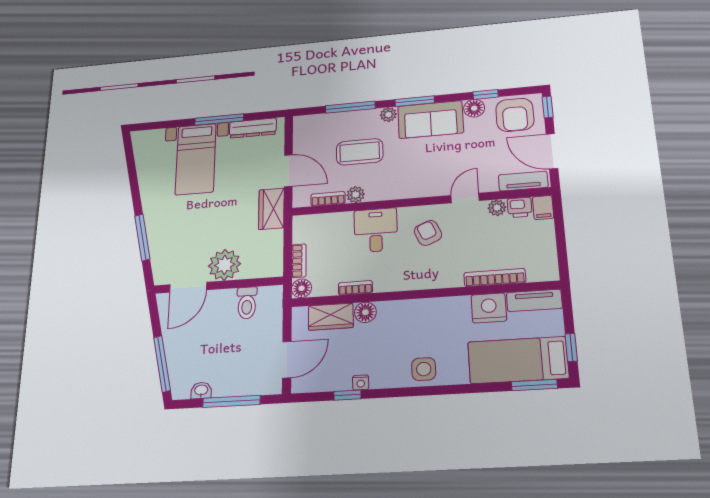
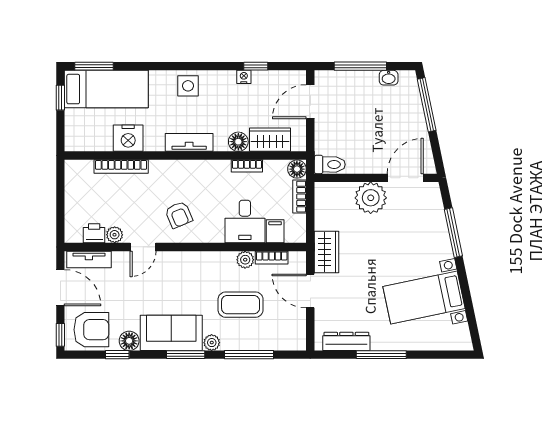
armchair: (515, 115) -> (91, 330), turned 90
bed with nightstands: (196, 159) -> (424, 297), moved, turned -102
filing cabinet: (543, 207) -> (275, 231), moved
desk: (376, 230) -> (245, 222), moved
tv unit: (534, 300) -> (189, 142), moved
toilet: (247, 303) -> (330, 164), moved, turned 90

